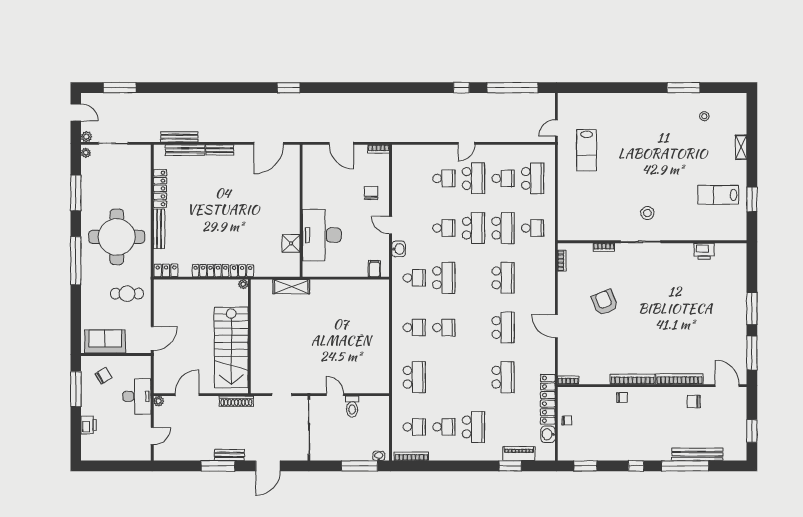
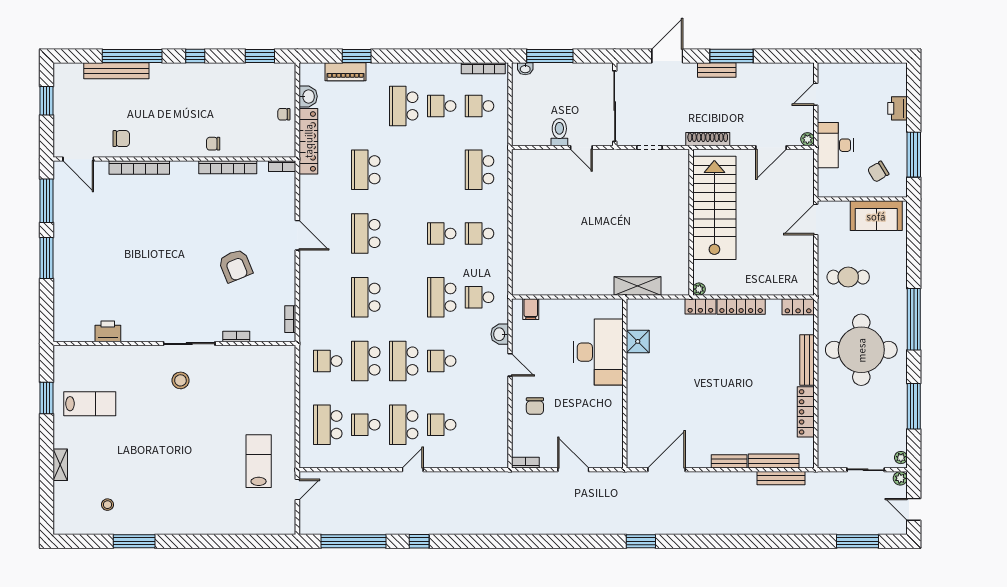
bookcase: (633, 379) -> (228, 167), moved

